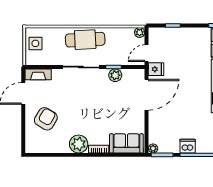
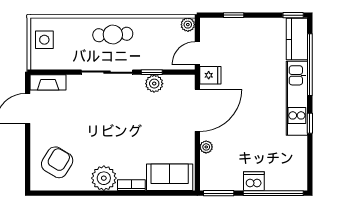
cafe table: (85, 40) -> (113, 35), width x0.73, depth x0.74
armchair: (46, 119) -> (57, 162), moved
plant: (153, 148) -> (206, 147), moved

